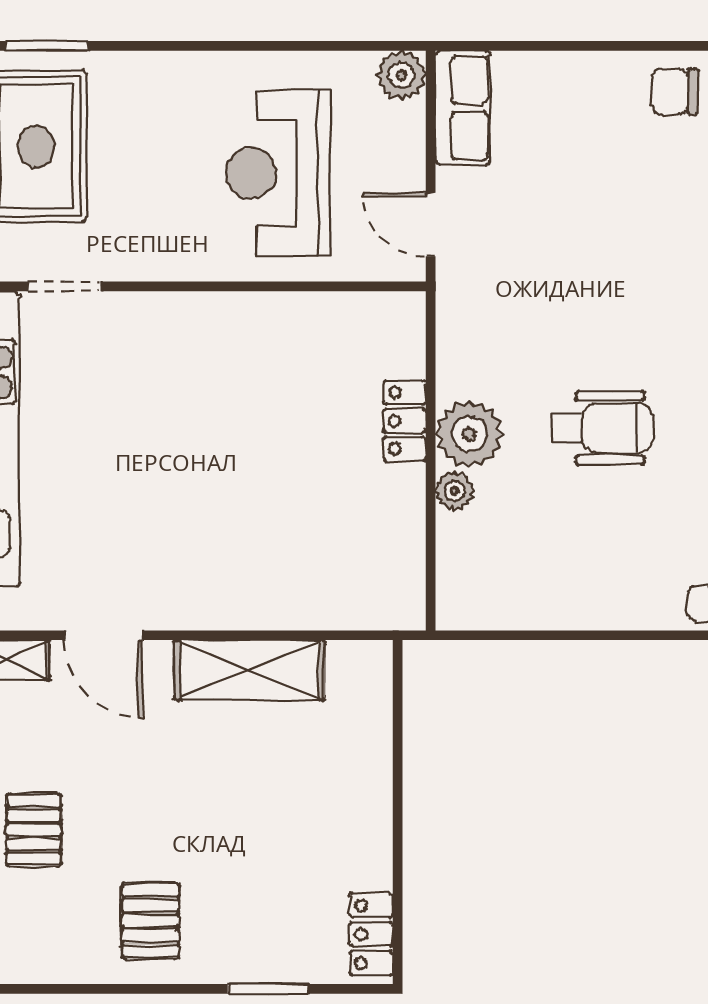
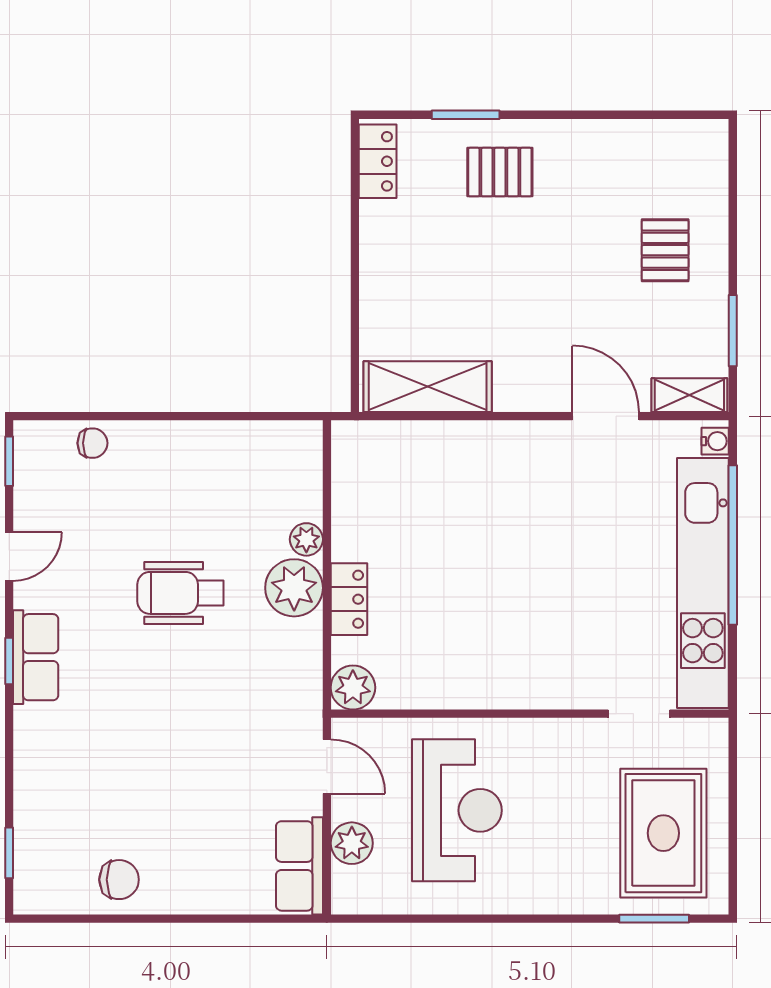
plant: (401, 75) -> (352, 843), moved
plant: (400, 317) -> (353, 688), added
shelving: (249, 670) -> (428, 387), moved
pallet: (150, 921) -> (500, 172), moved, turned 90

